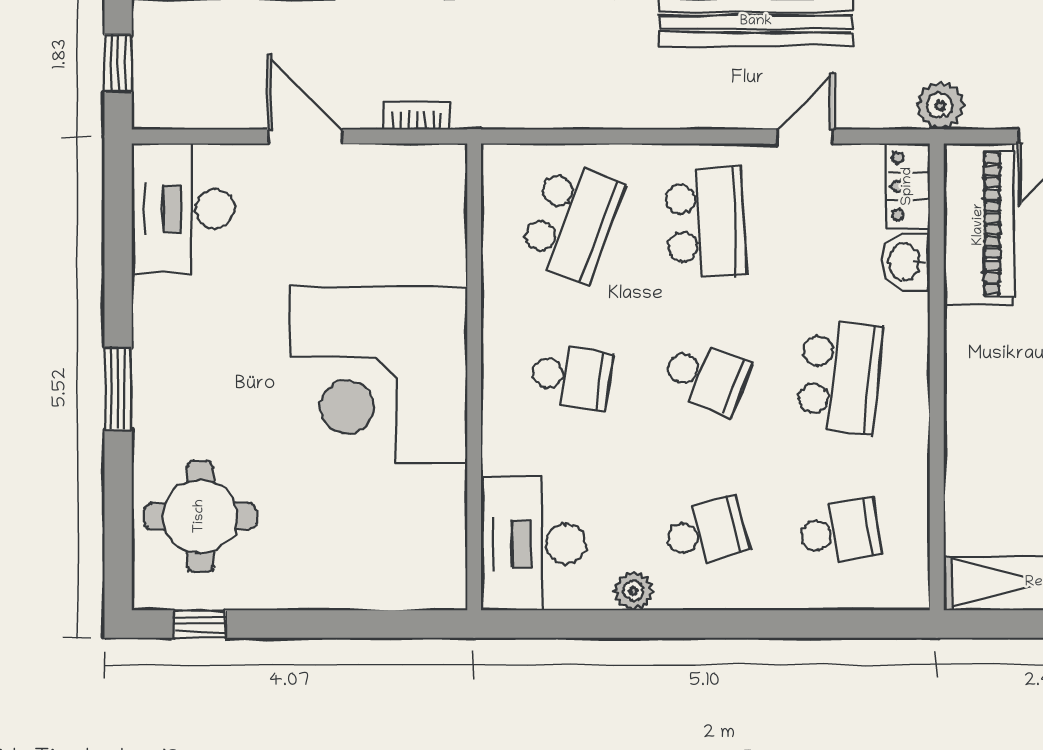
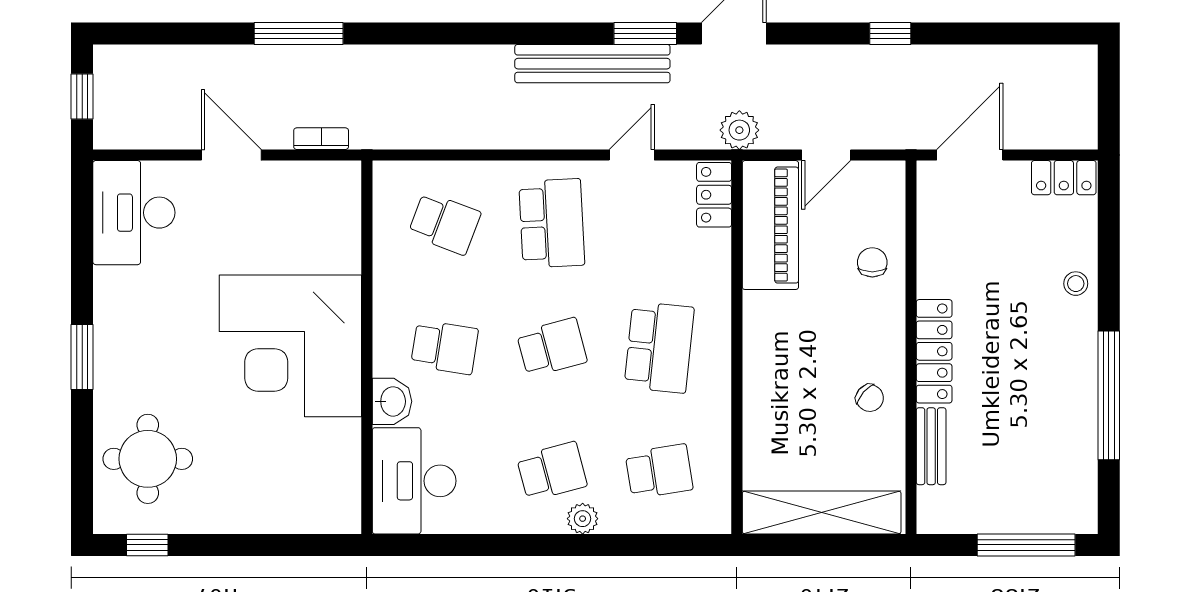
school desk: (571, 222) -> (445, 223), width x0.54
washbasin: (905, 262) -> (392, 401), moved, turned 180
school desk: (705, 377) -> (552, 347), turned -36
plant: (634, 591) -> (583, 519), moved

